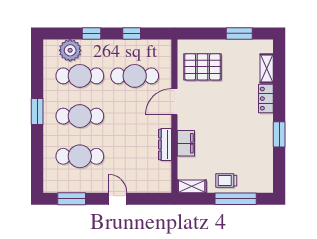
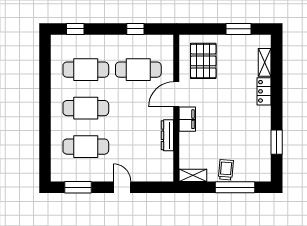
window: (91, 33) -> (75, 29), moved
plant: (70, 50) -> (76, 45), removed
pallet: (203, 67) -> (203, 61), turned 90
window: (37, 111) -> (45, 104), removed
window: (279, 134) -> (277, 142), moved
filing cabinet: (186, 143) -> (187, 119), moved
trolley: (226, 181) -> (226, 170), turned 95

